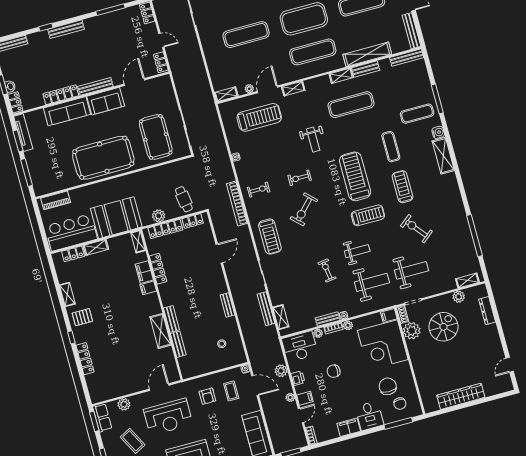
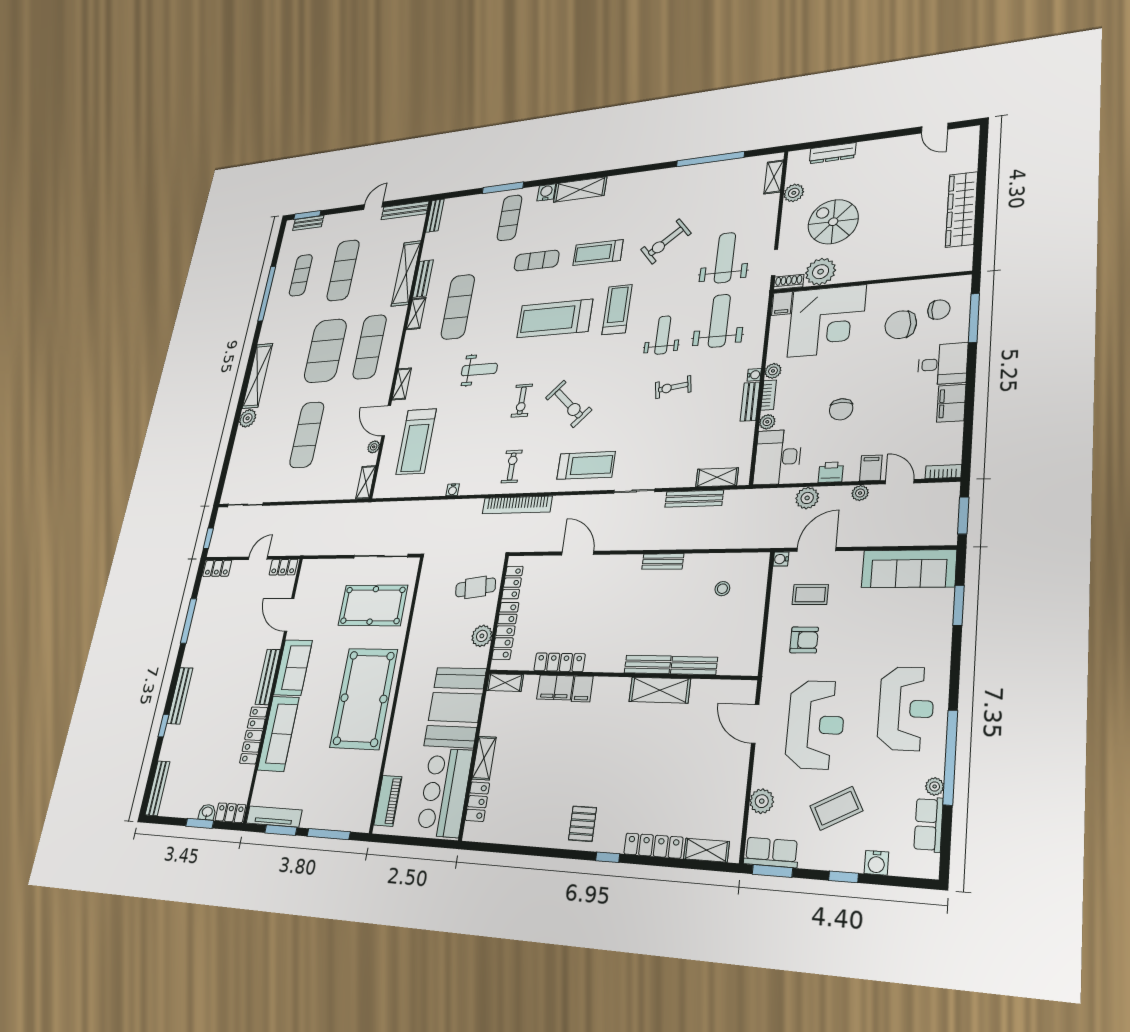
bench: (407, 57) -> (435, 216), width x0.73
treadmill: (259, 117) -> (416, 442), turned 180
shelving: (67, 294) -> (706, 850), moved

